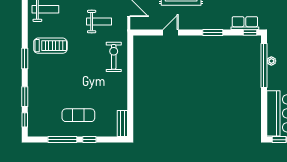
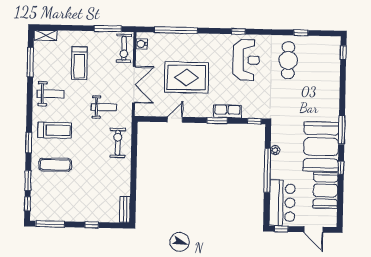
row of seats: (245, 23) -> (227, 111), moved
window: (264, 65) -> (267, 170), moved
exercise mat: (78, 115) -> (55, 165), moved
window: (62, 140) -> (50, 224), moved

